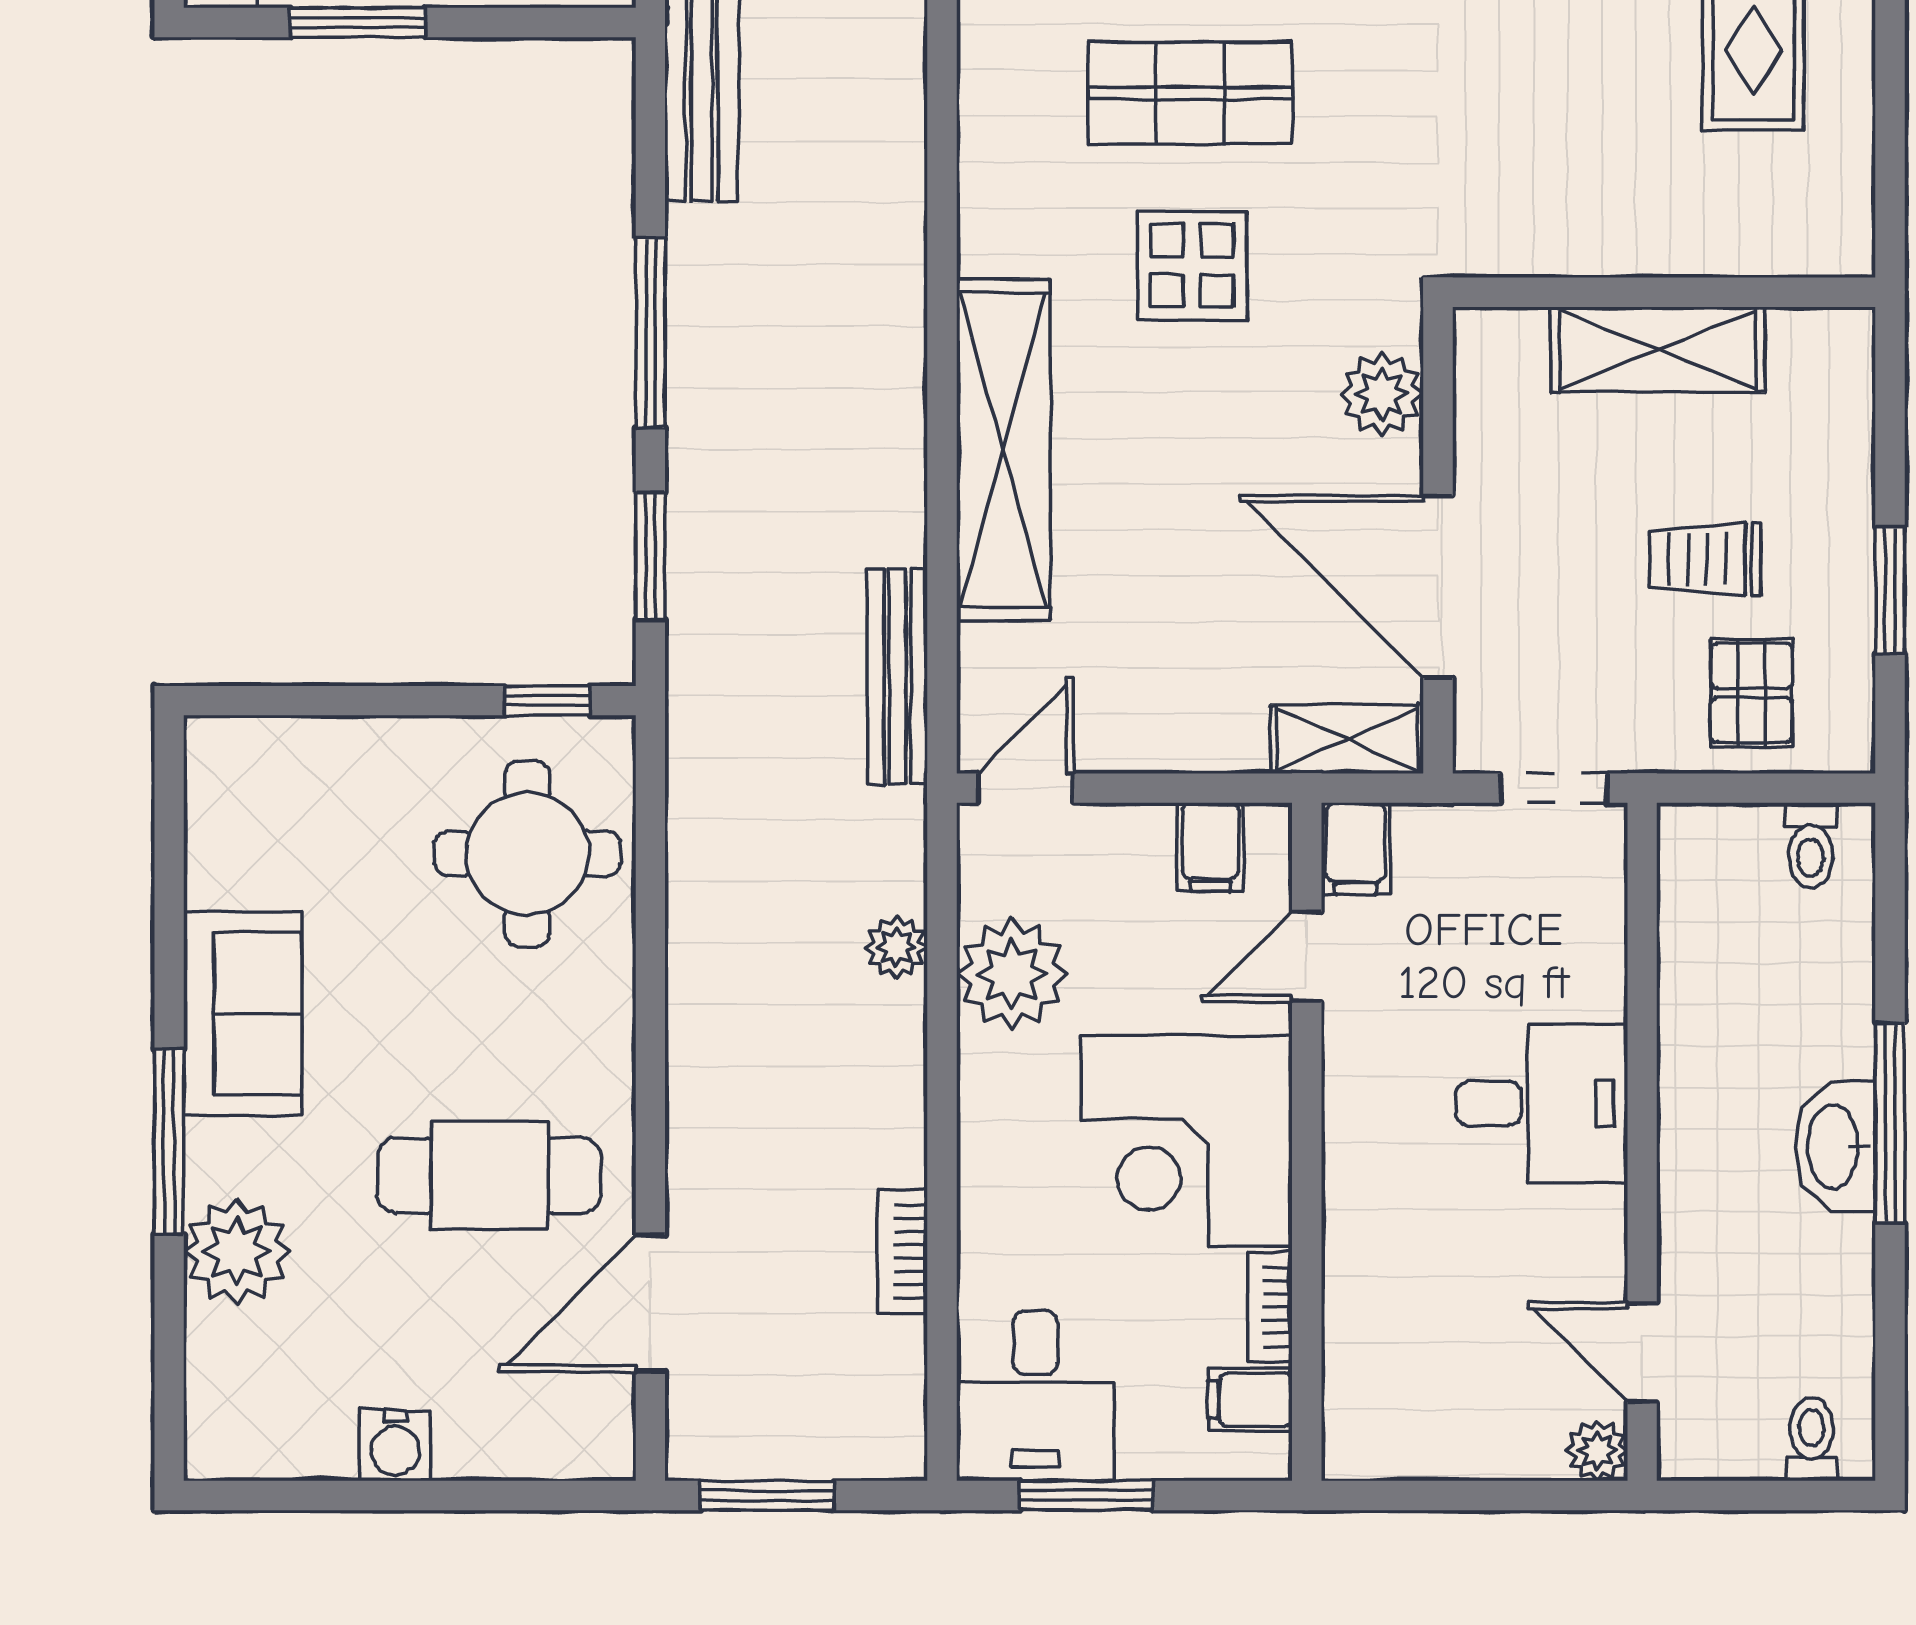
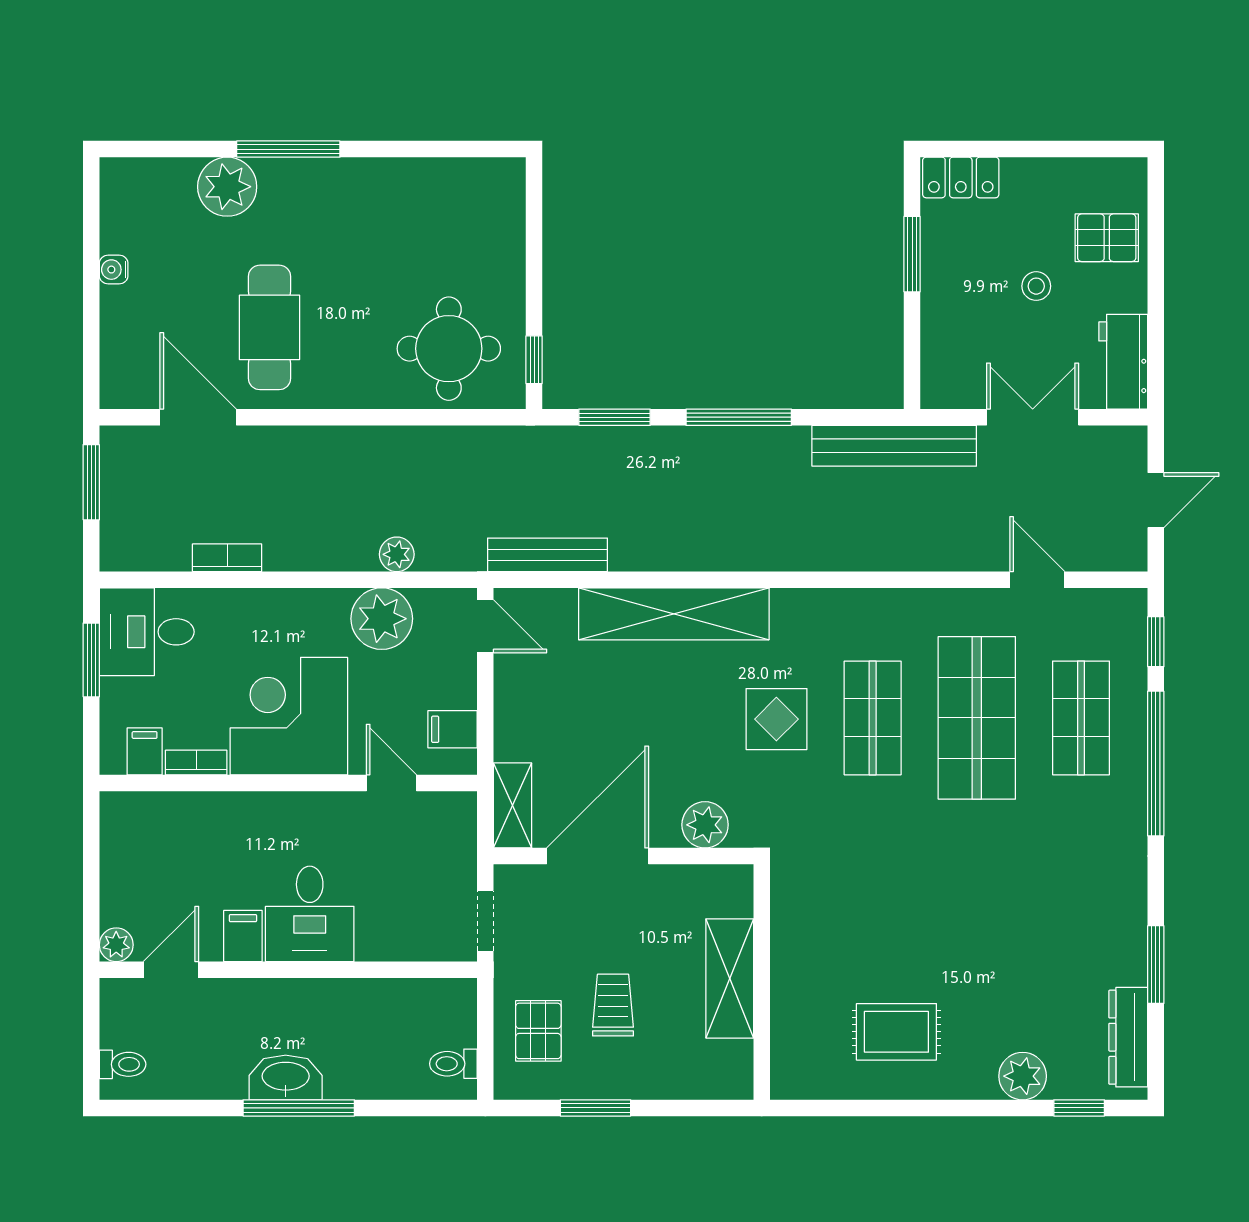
pallet: (1752, 693) -> (538, 1031), turned 90
filing cabinet: (1356, 849) -> (243, 936), moved, turned 90
sofa: (243, 1014) -> (360, 190), removed
water cooler: (395, 1445) -> (114, 270), width x0.72, depth x0.72

